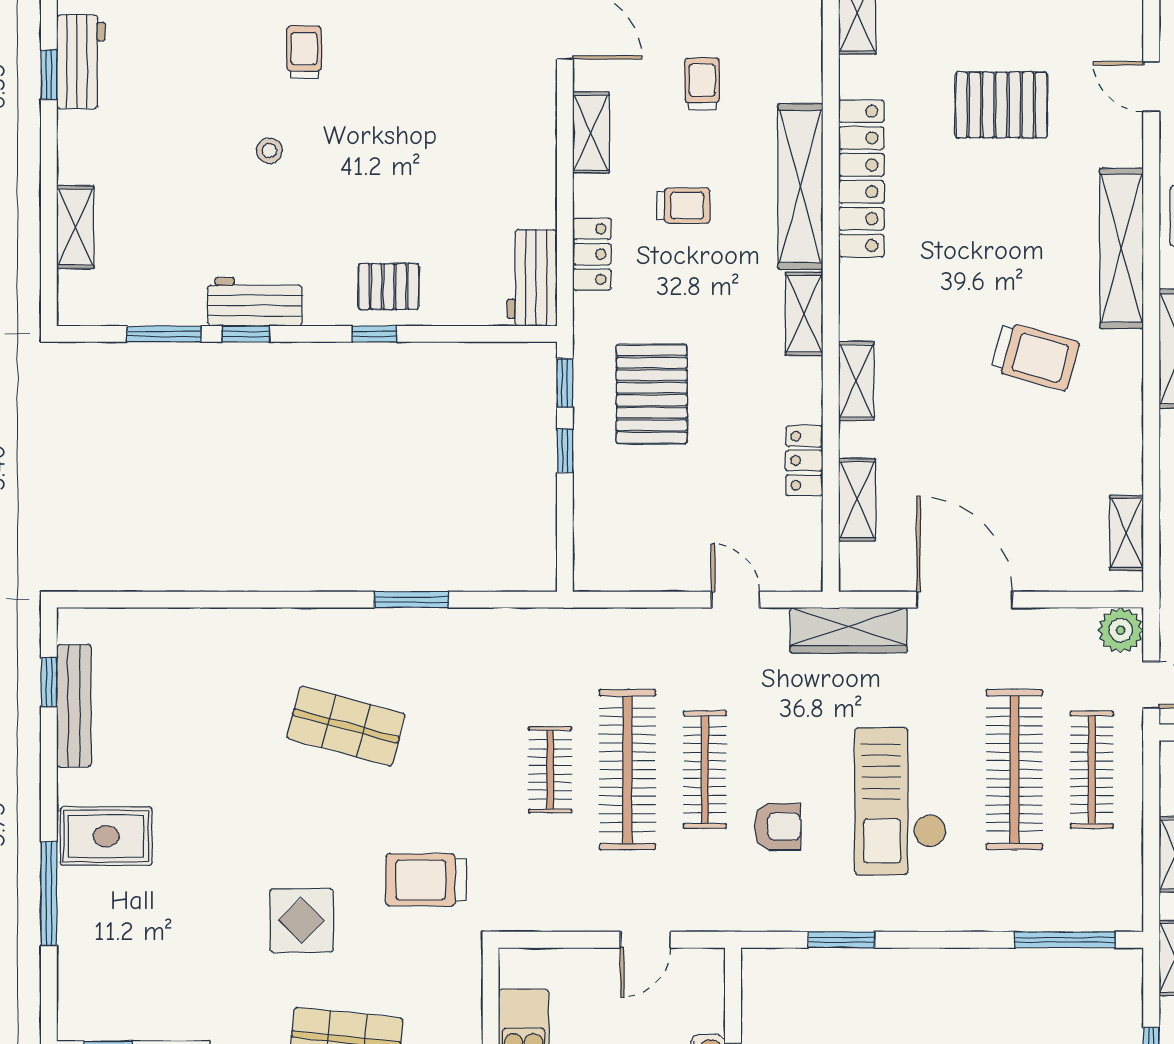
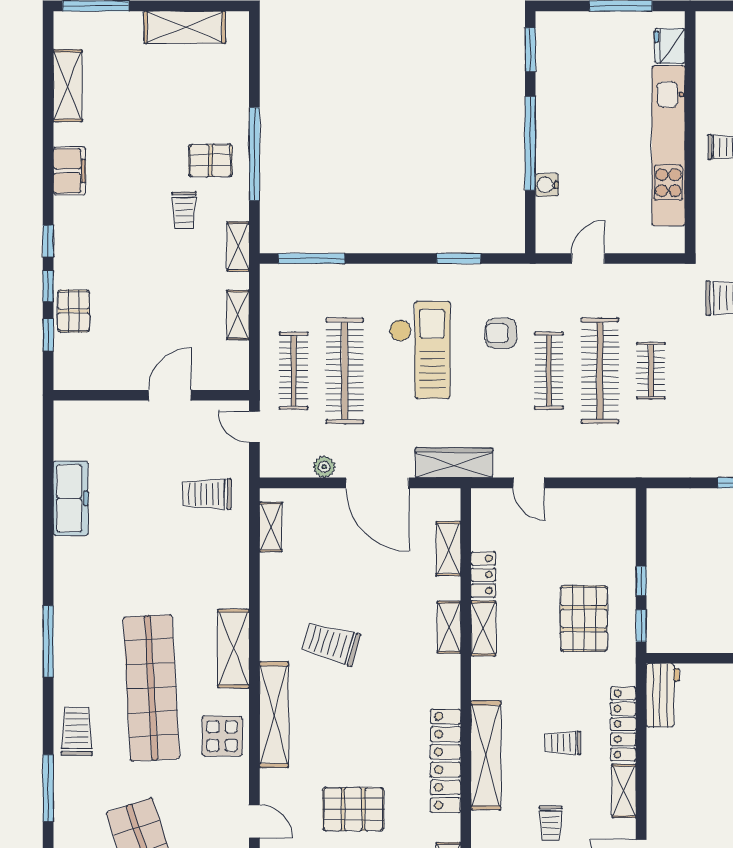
locker: (592, 254) -> (623, 724), width x1.53
shelving: (804, 314) -> (483, 628), moved
plant: (1121, 630) -> (324, 467), moved, width x0.73, depth x0.73

